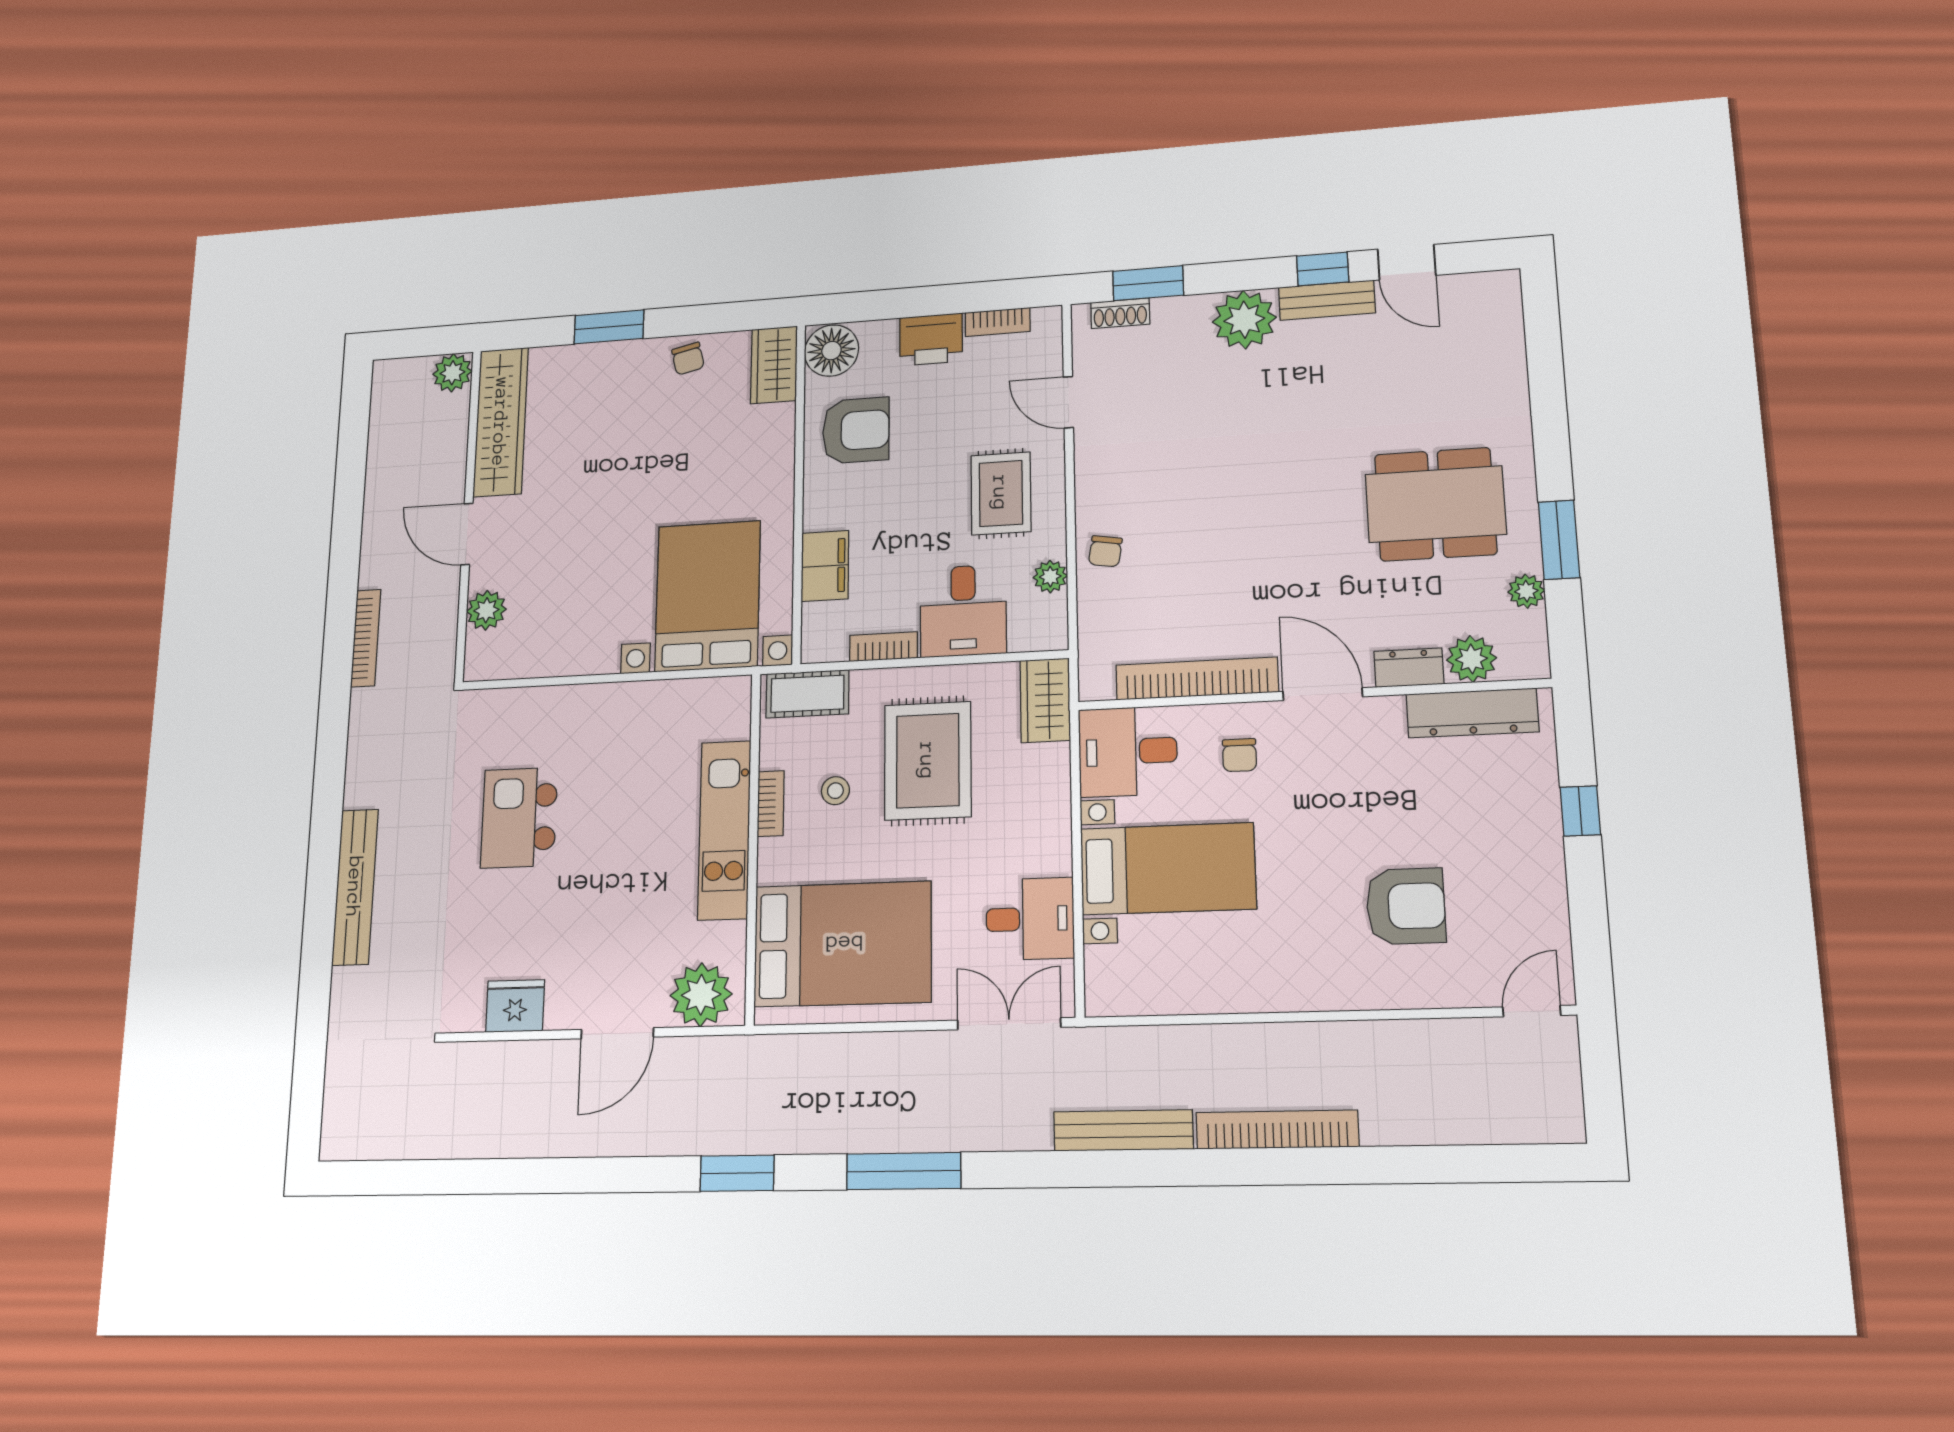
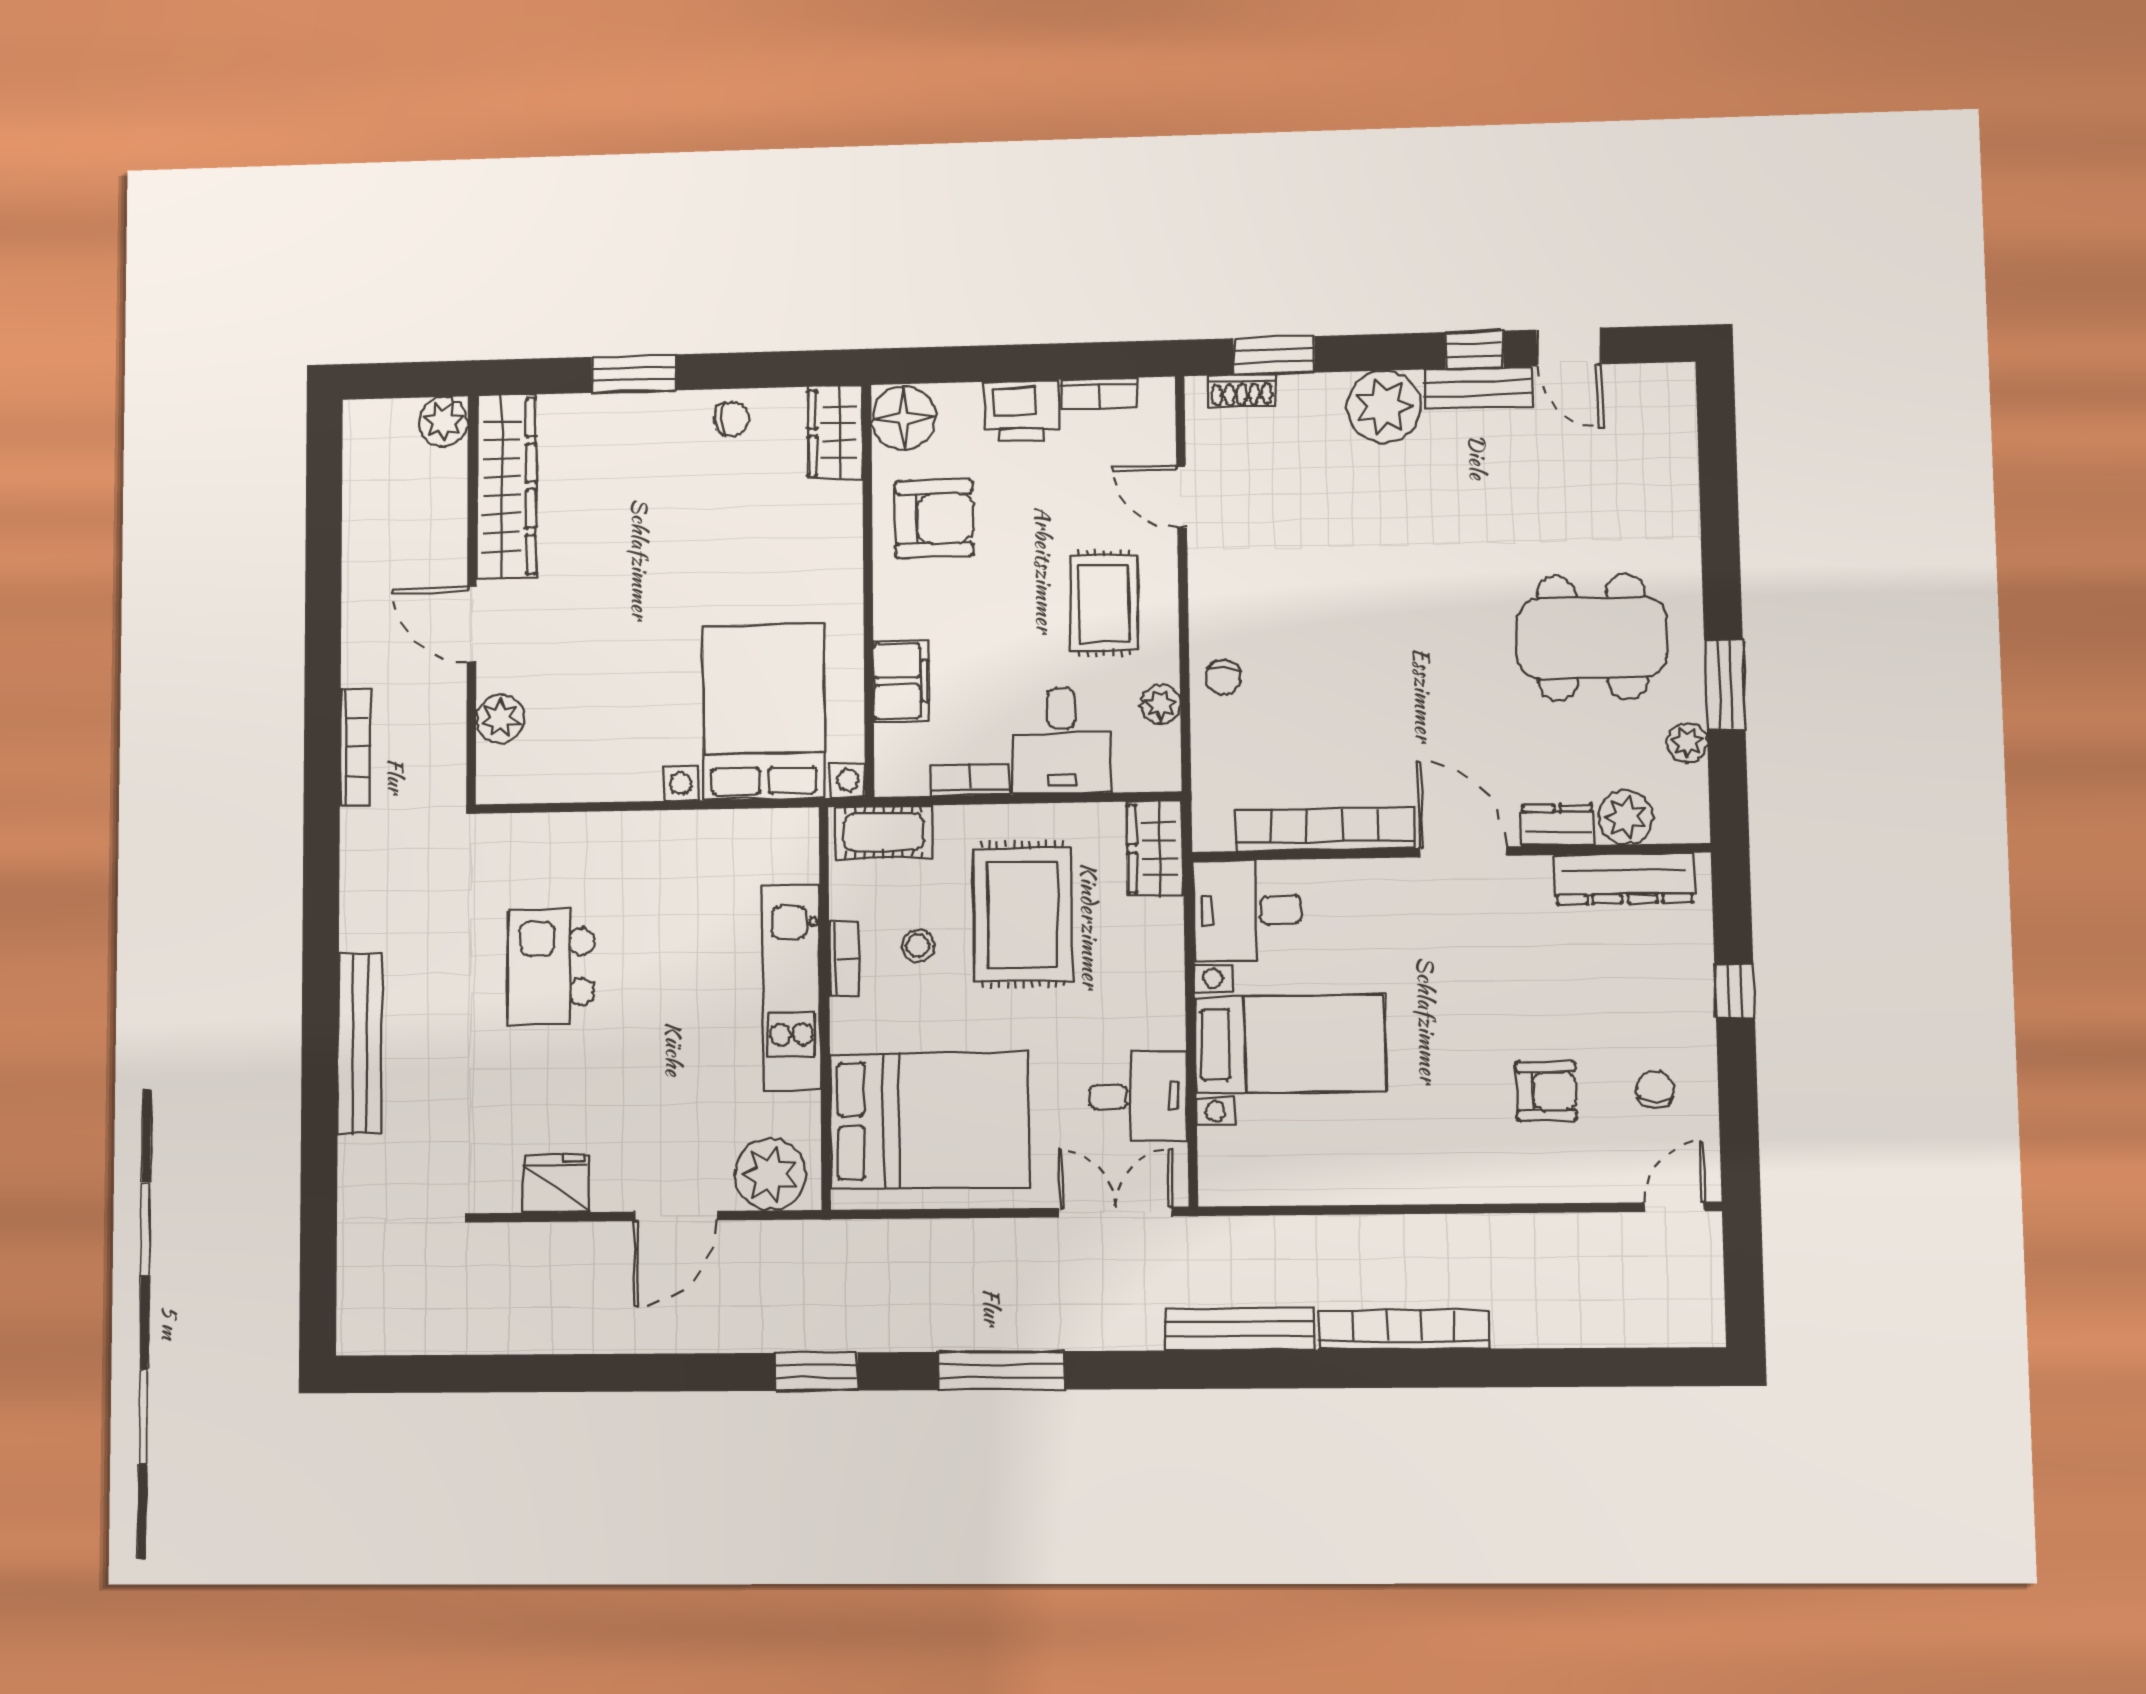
chair: (688, 359) -> (732, 419), turned -77
chair: (1239, 755) -> (1655, 1089), moved, turned 180
armchair: (1406, 906) -> (1546, 1091), width x0.72, depth x0.72

